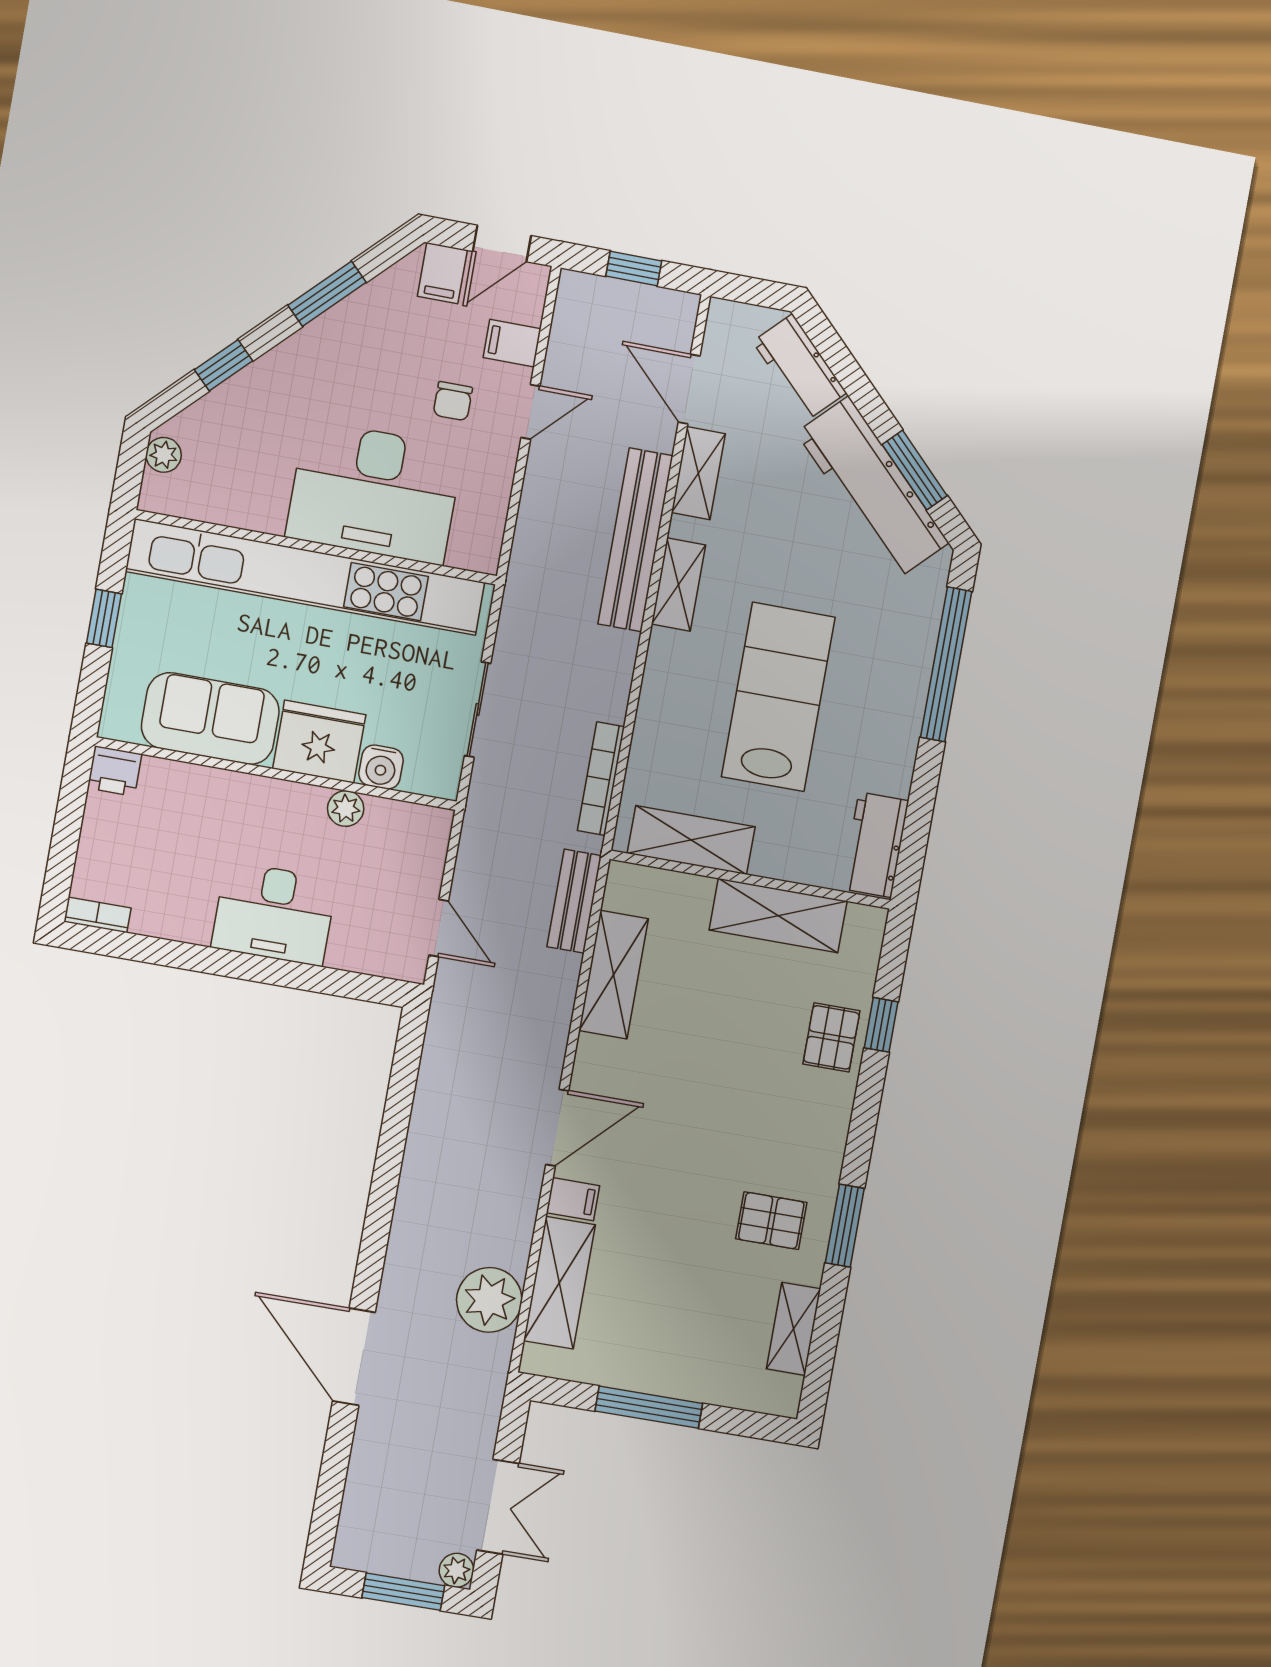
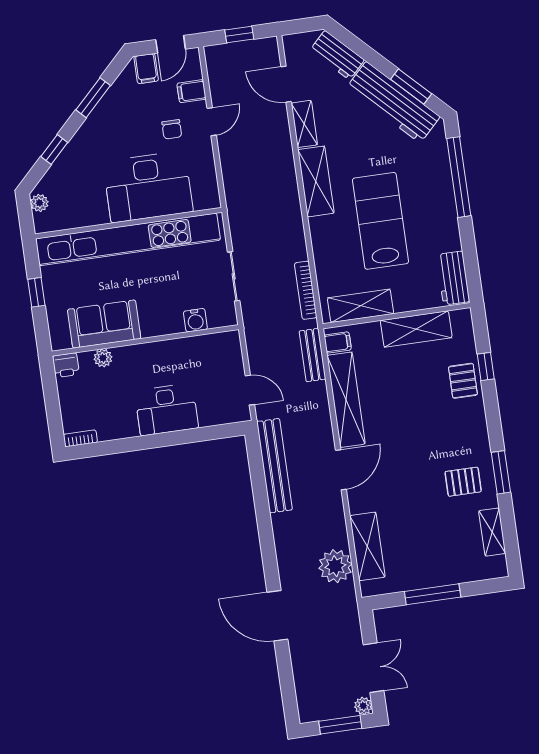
bench: (635, 540) -> (274, 466), moved
shelving: (678, 585) -> (316, 181), width x1.50, depth x1.33
fridge: (319, 742) -> (161, 318), removed
plant: (346, 809) -> (103, 358), moved
shelving: (614, 975) -> (346, 400), width x1.47
filing cabinet: (573, 1199) -> (338, 342), moved

